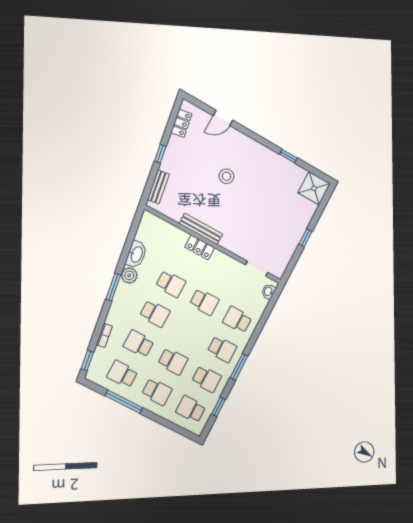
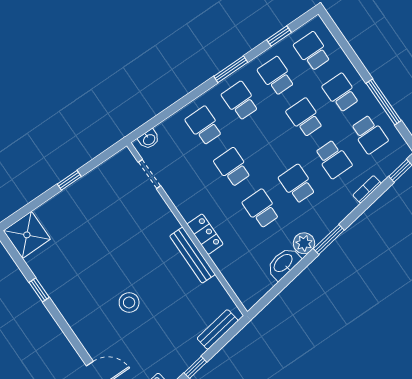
school desk: (237, 320) -> (204, 126), turned 180
school desk: (191, 409) -> (312, 51), turned 180

